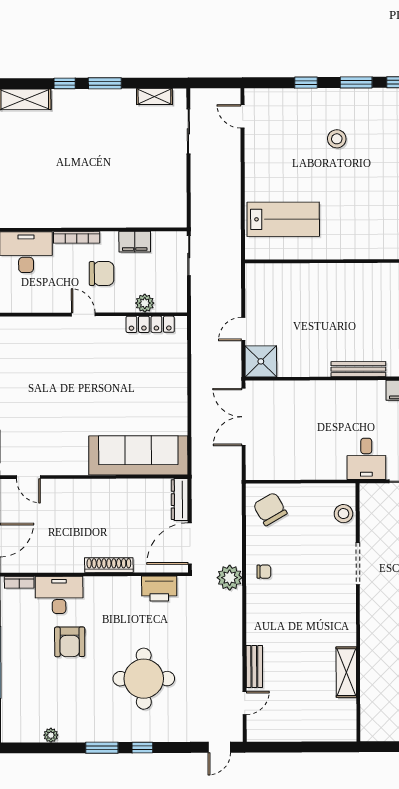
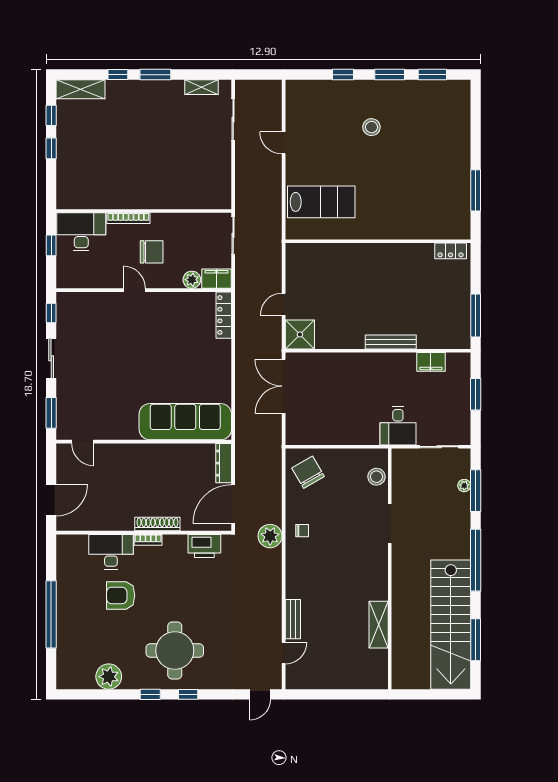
door: (243, 116) -> (284, 143), moved
filing cabinet: (135, 242) -> (216, 279), moved, turned 180
locker: (150, 324) -> (224, 315), moved, turned 90
bookcase: (19, 582) -> (148, 540), moved
armchair: (70, 642) -> (121, 595), turned 90
round table: (144, 679) -> (175, 651), moved
plant: (51, 735) -> (109, 677), width x1.88, depth x1.88
window: (102, 748) -> (150, 694), width x0.67

